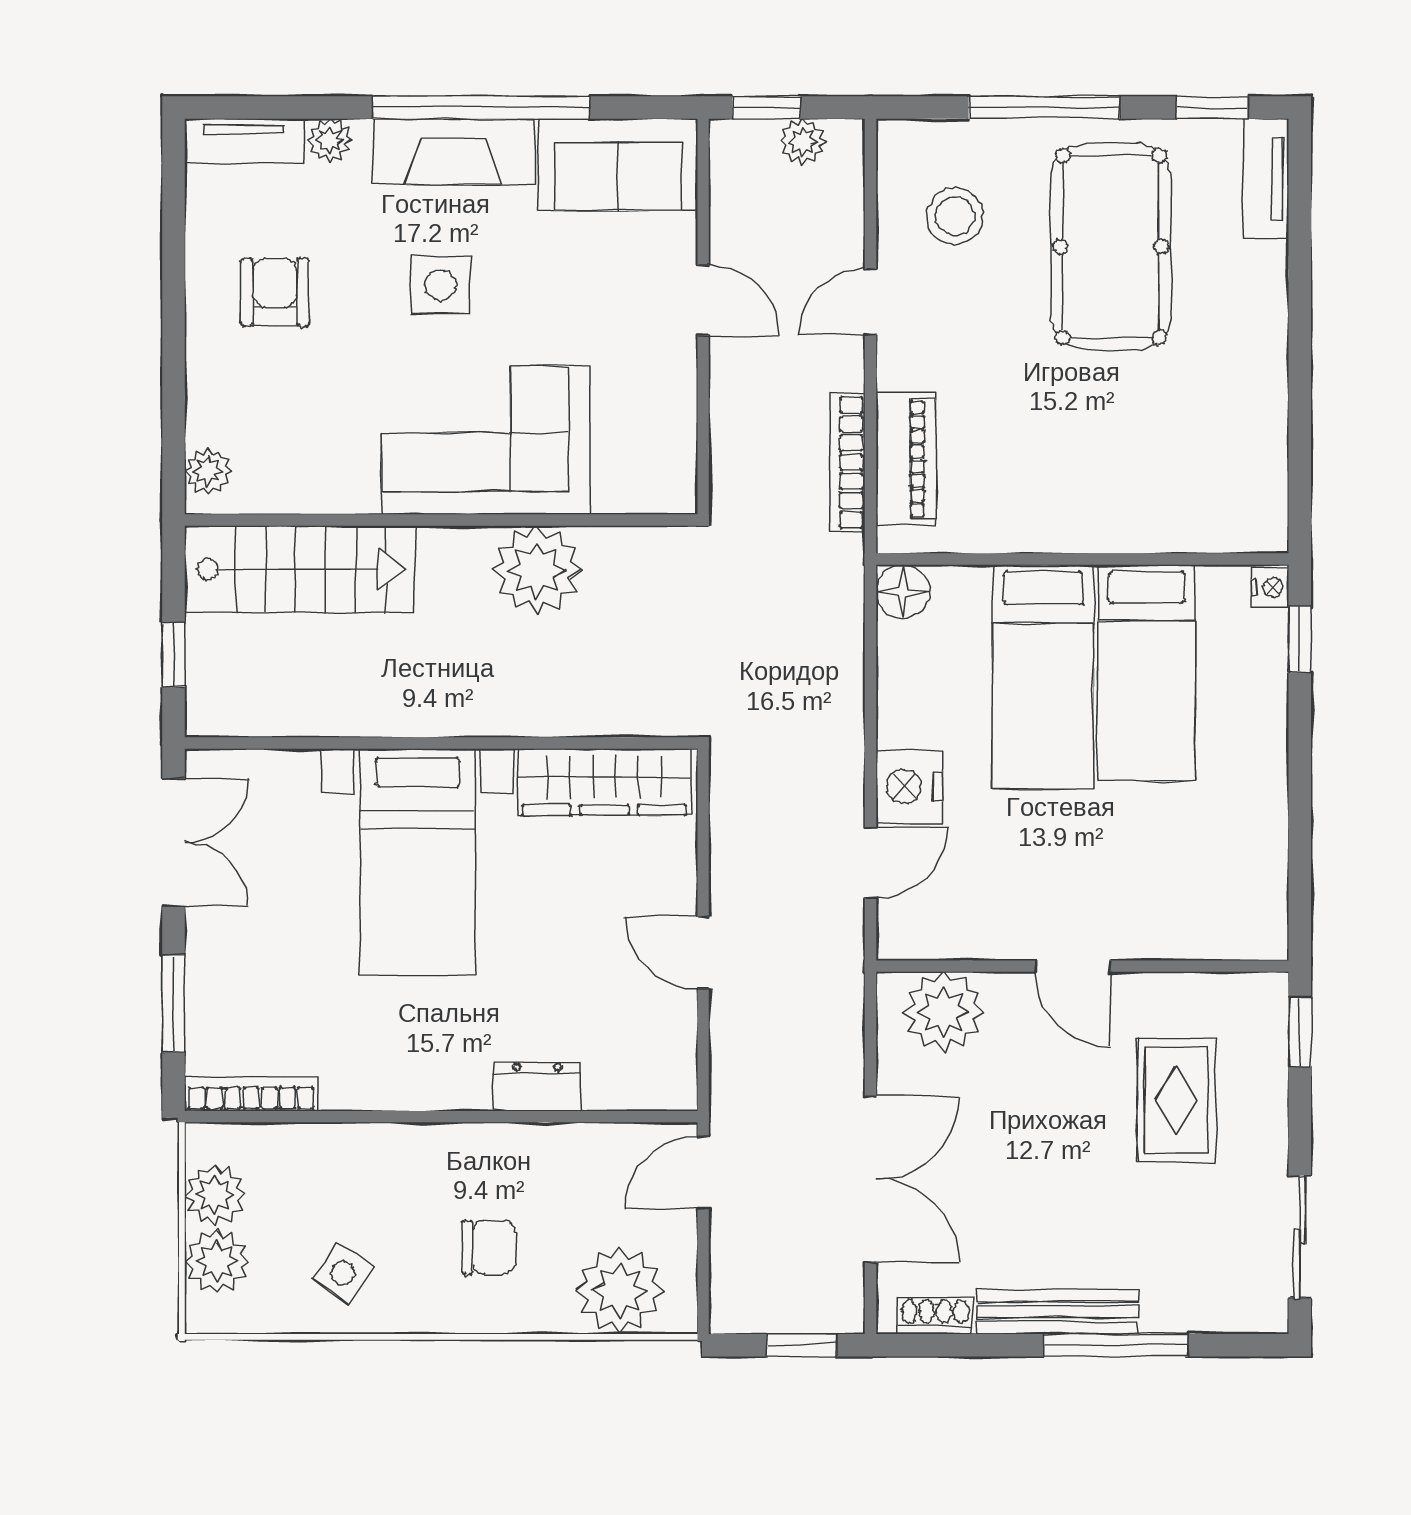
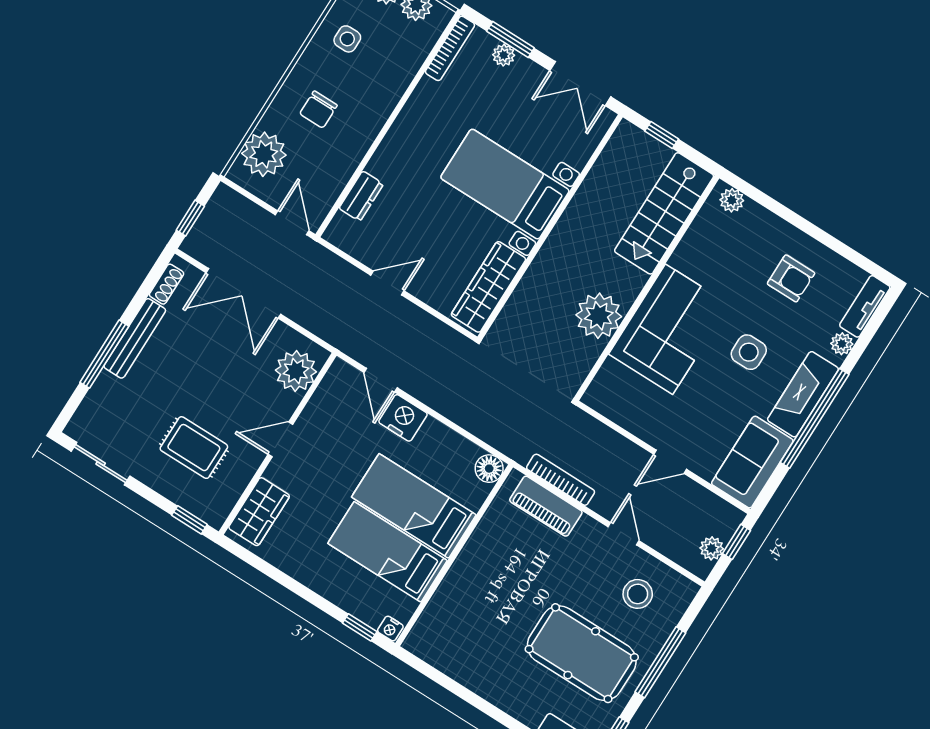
wardrobe: (1214, 926) -> (259, 512), added
plant: (206, 999) -> (504, 55), added
dresser: (537, 1086) -> (361, 196), moved
side table: (343, 1273) -> (347, 39), turned -34

